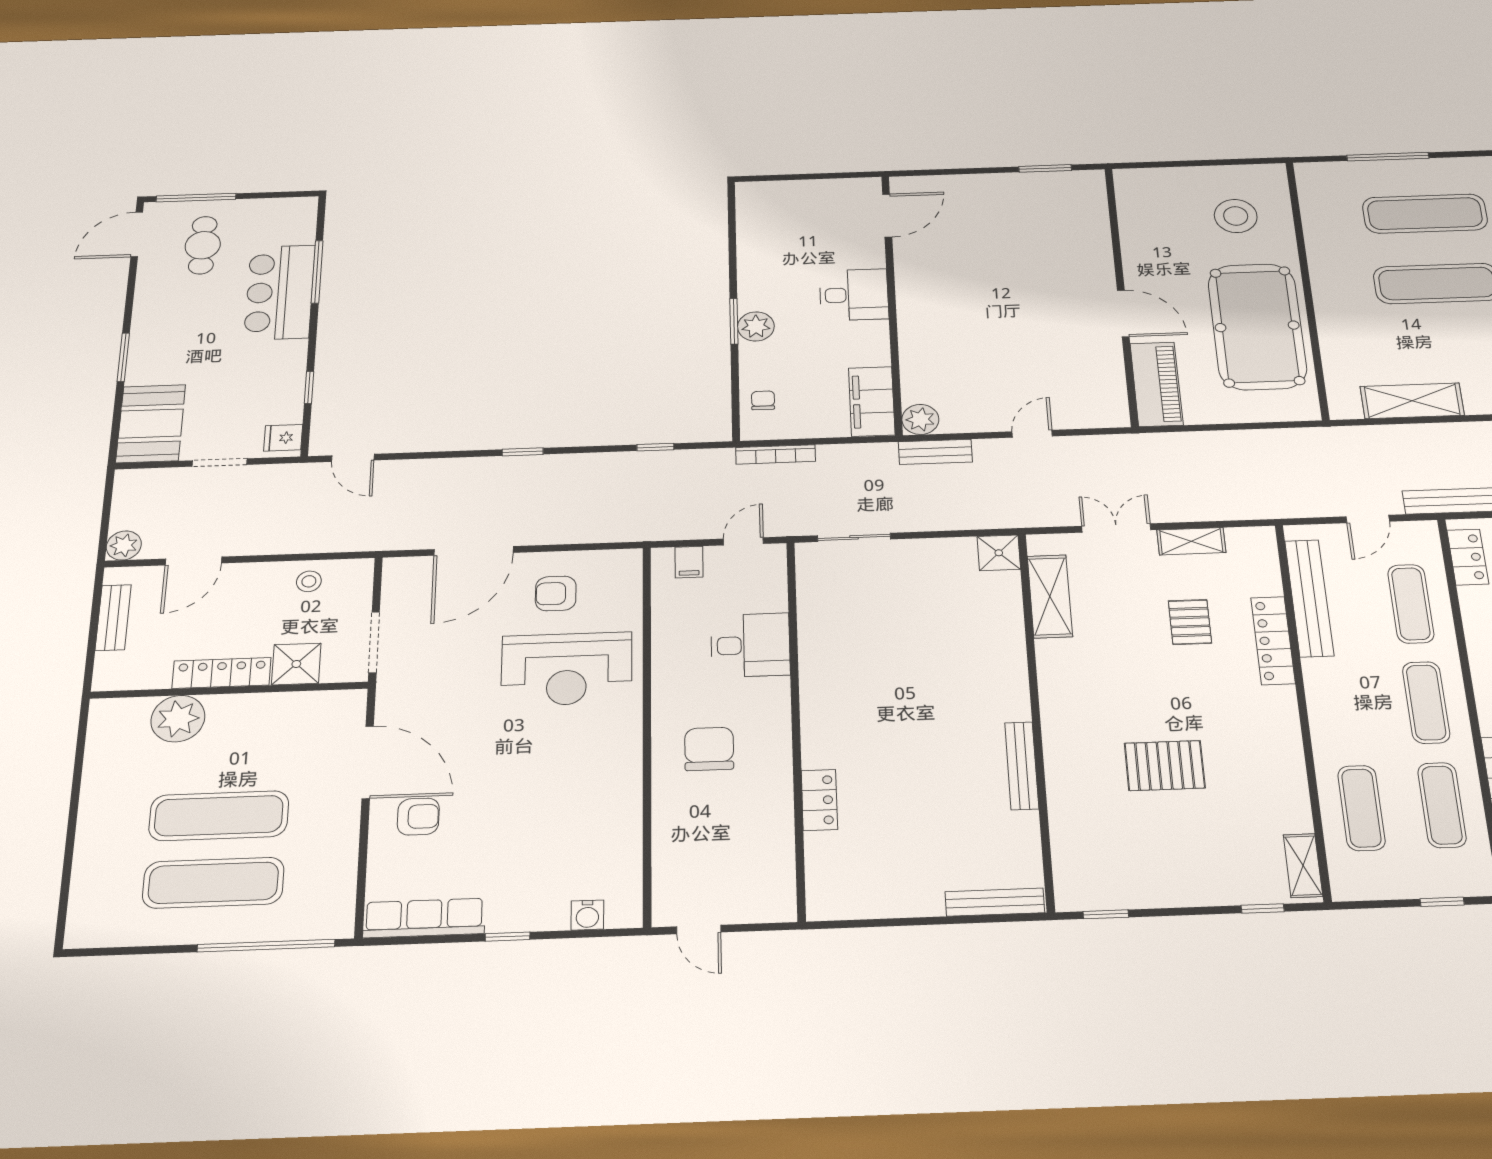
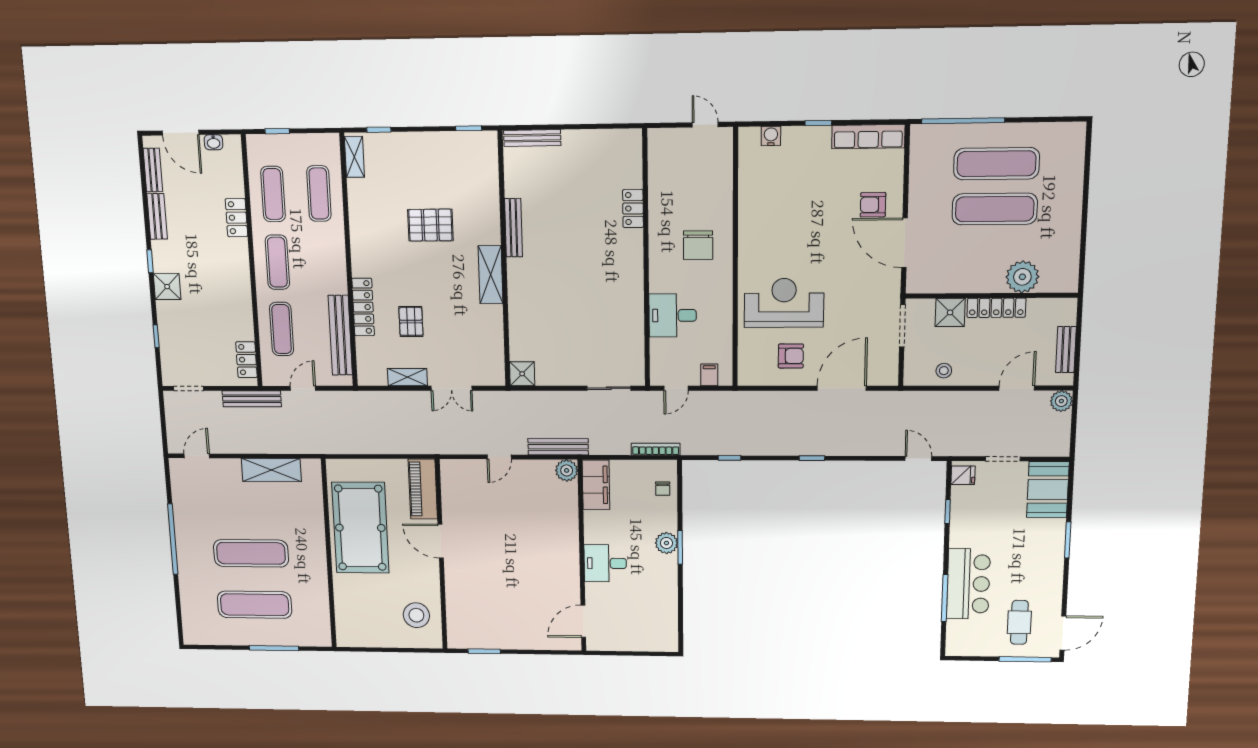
stool: (1236, 216) -> (416, 615), moved
bench: (935, 452) -> (558, 447), width x1.36
shelving: (1050, 596) -> (491, 275), moved

